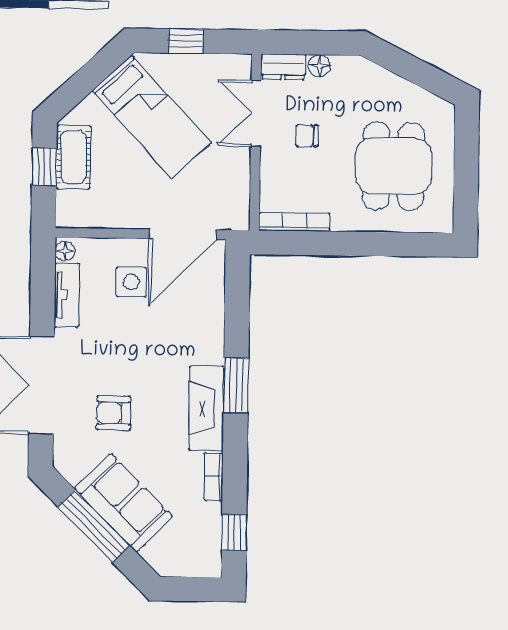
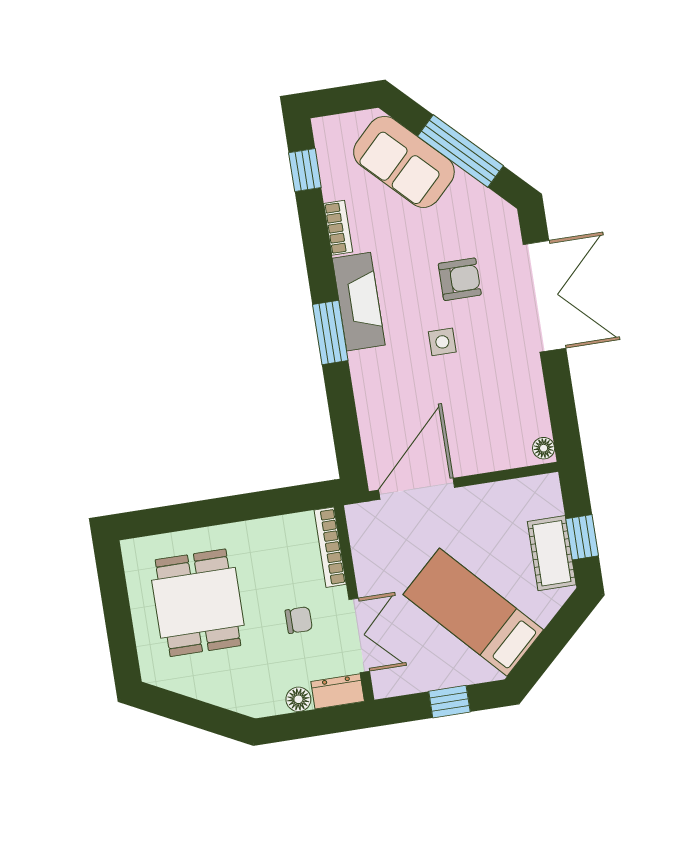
bookcase: (294, 222) -> (330, 547), moved, turned 90
side table: (131, 282) -> (442, 342), moved, width x0.73, depth x0.73
tv unit: (67, 295) -> (533, 400), removed
sofa: (124, 503) -> (404, 162), moved

